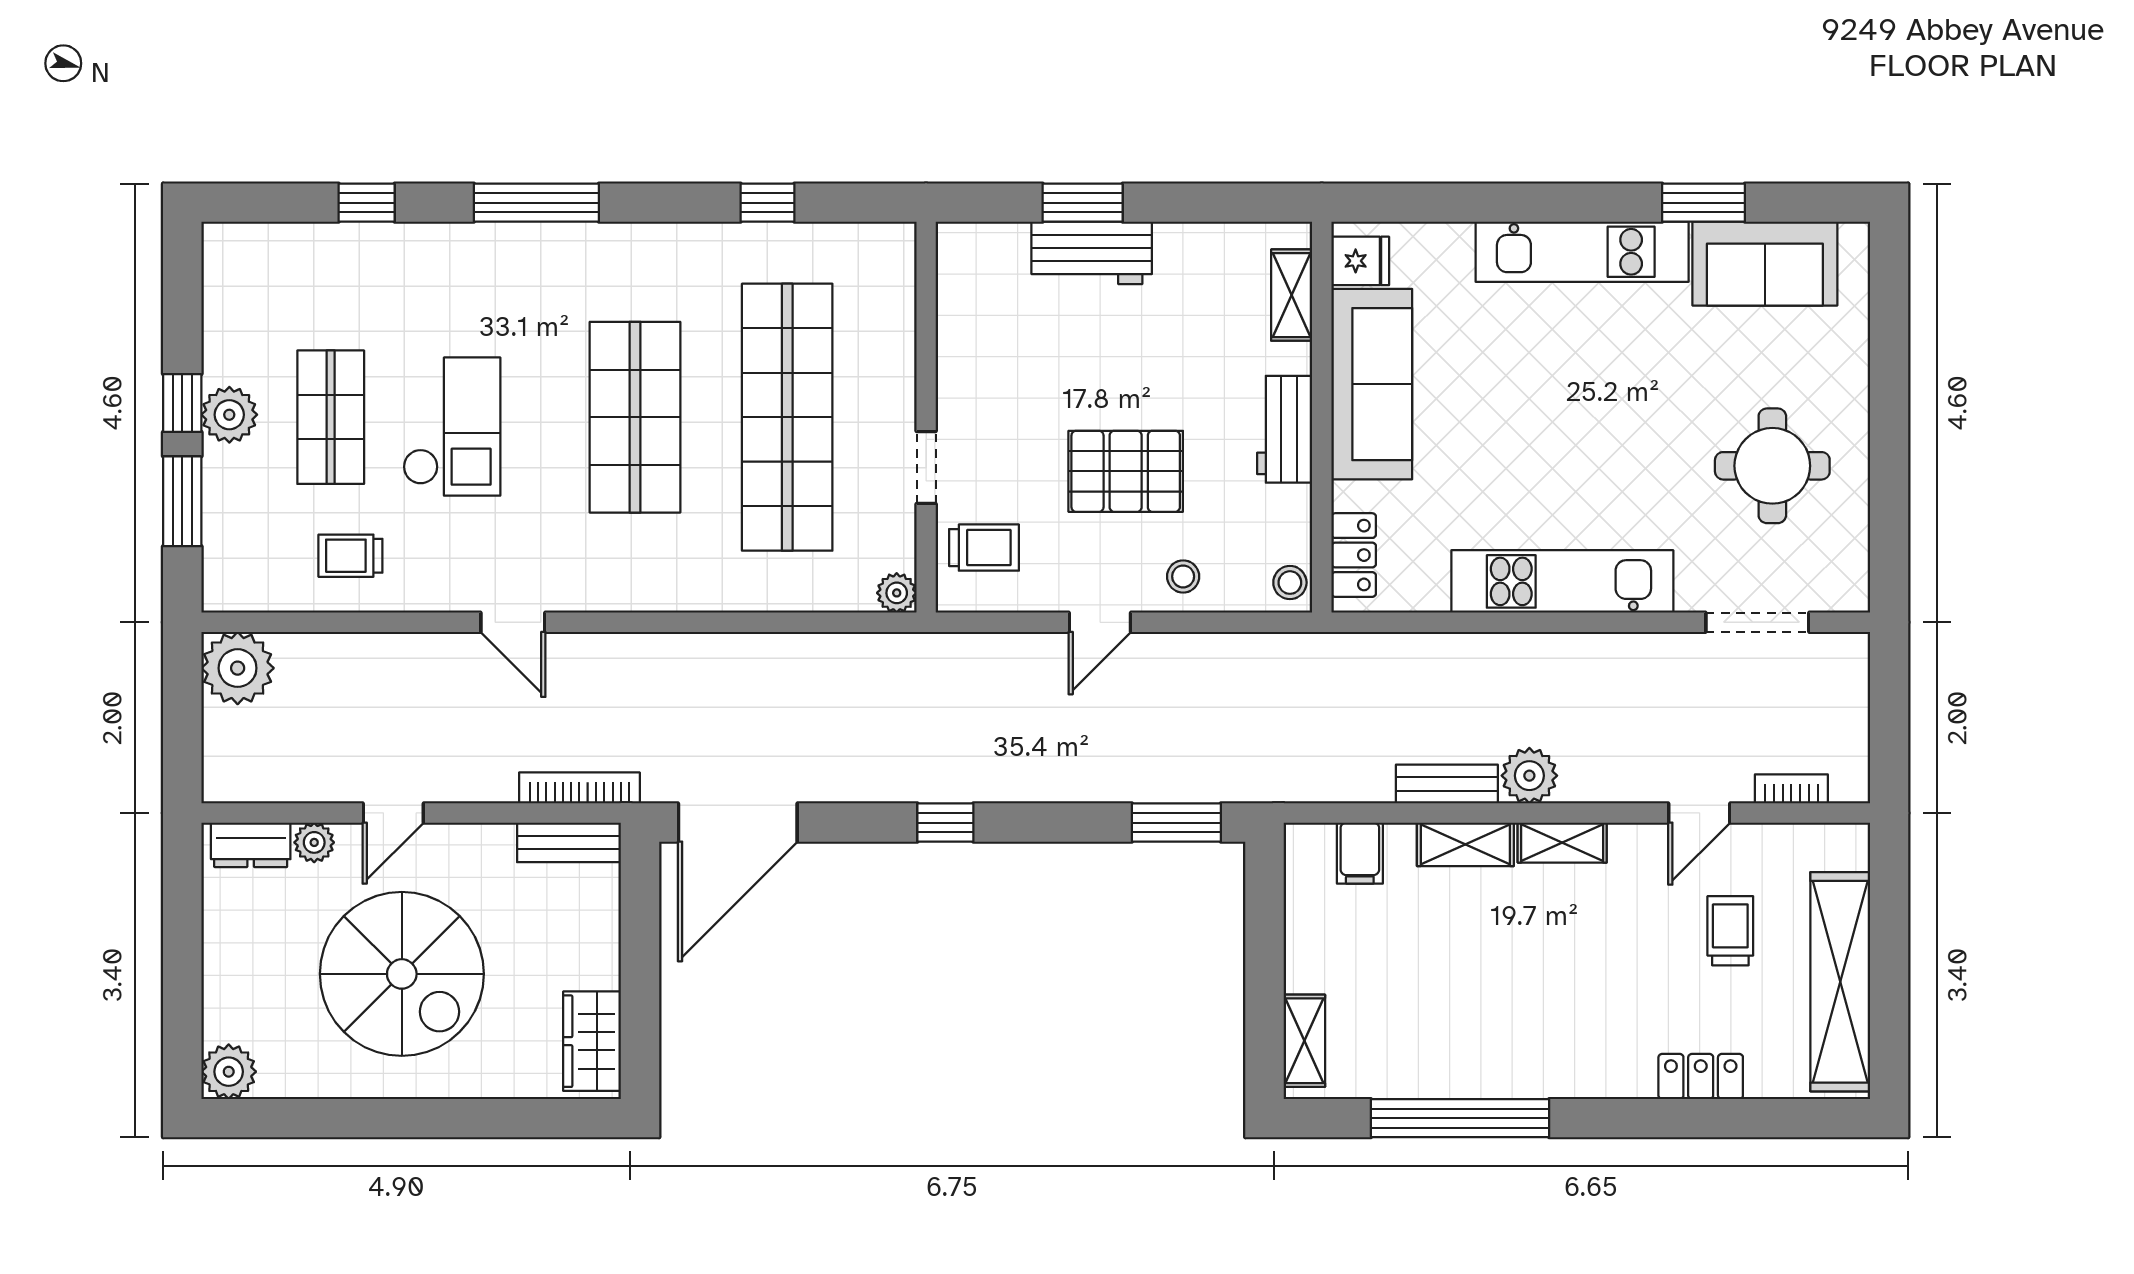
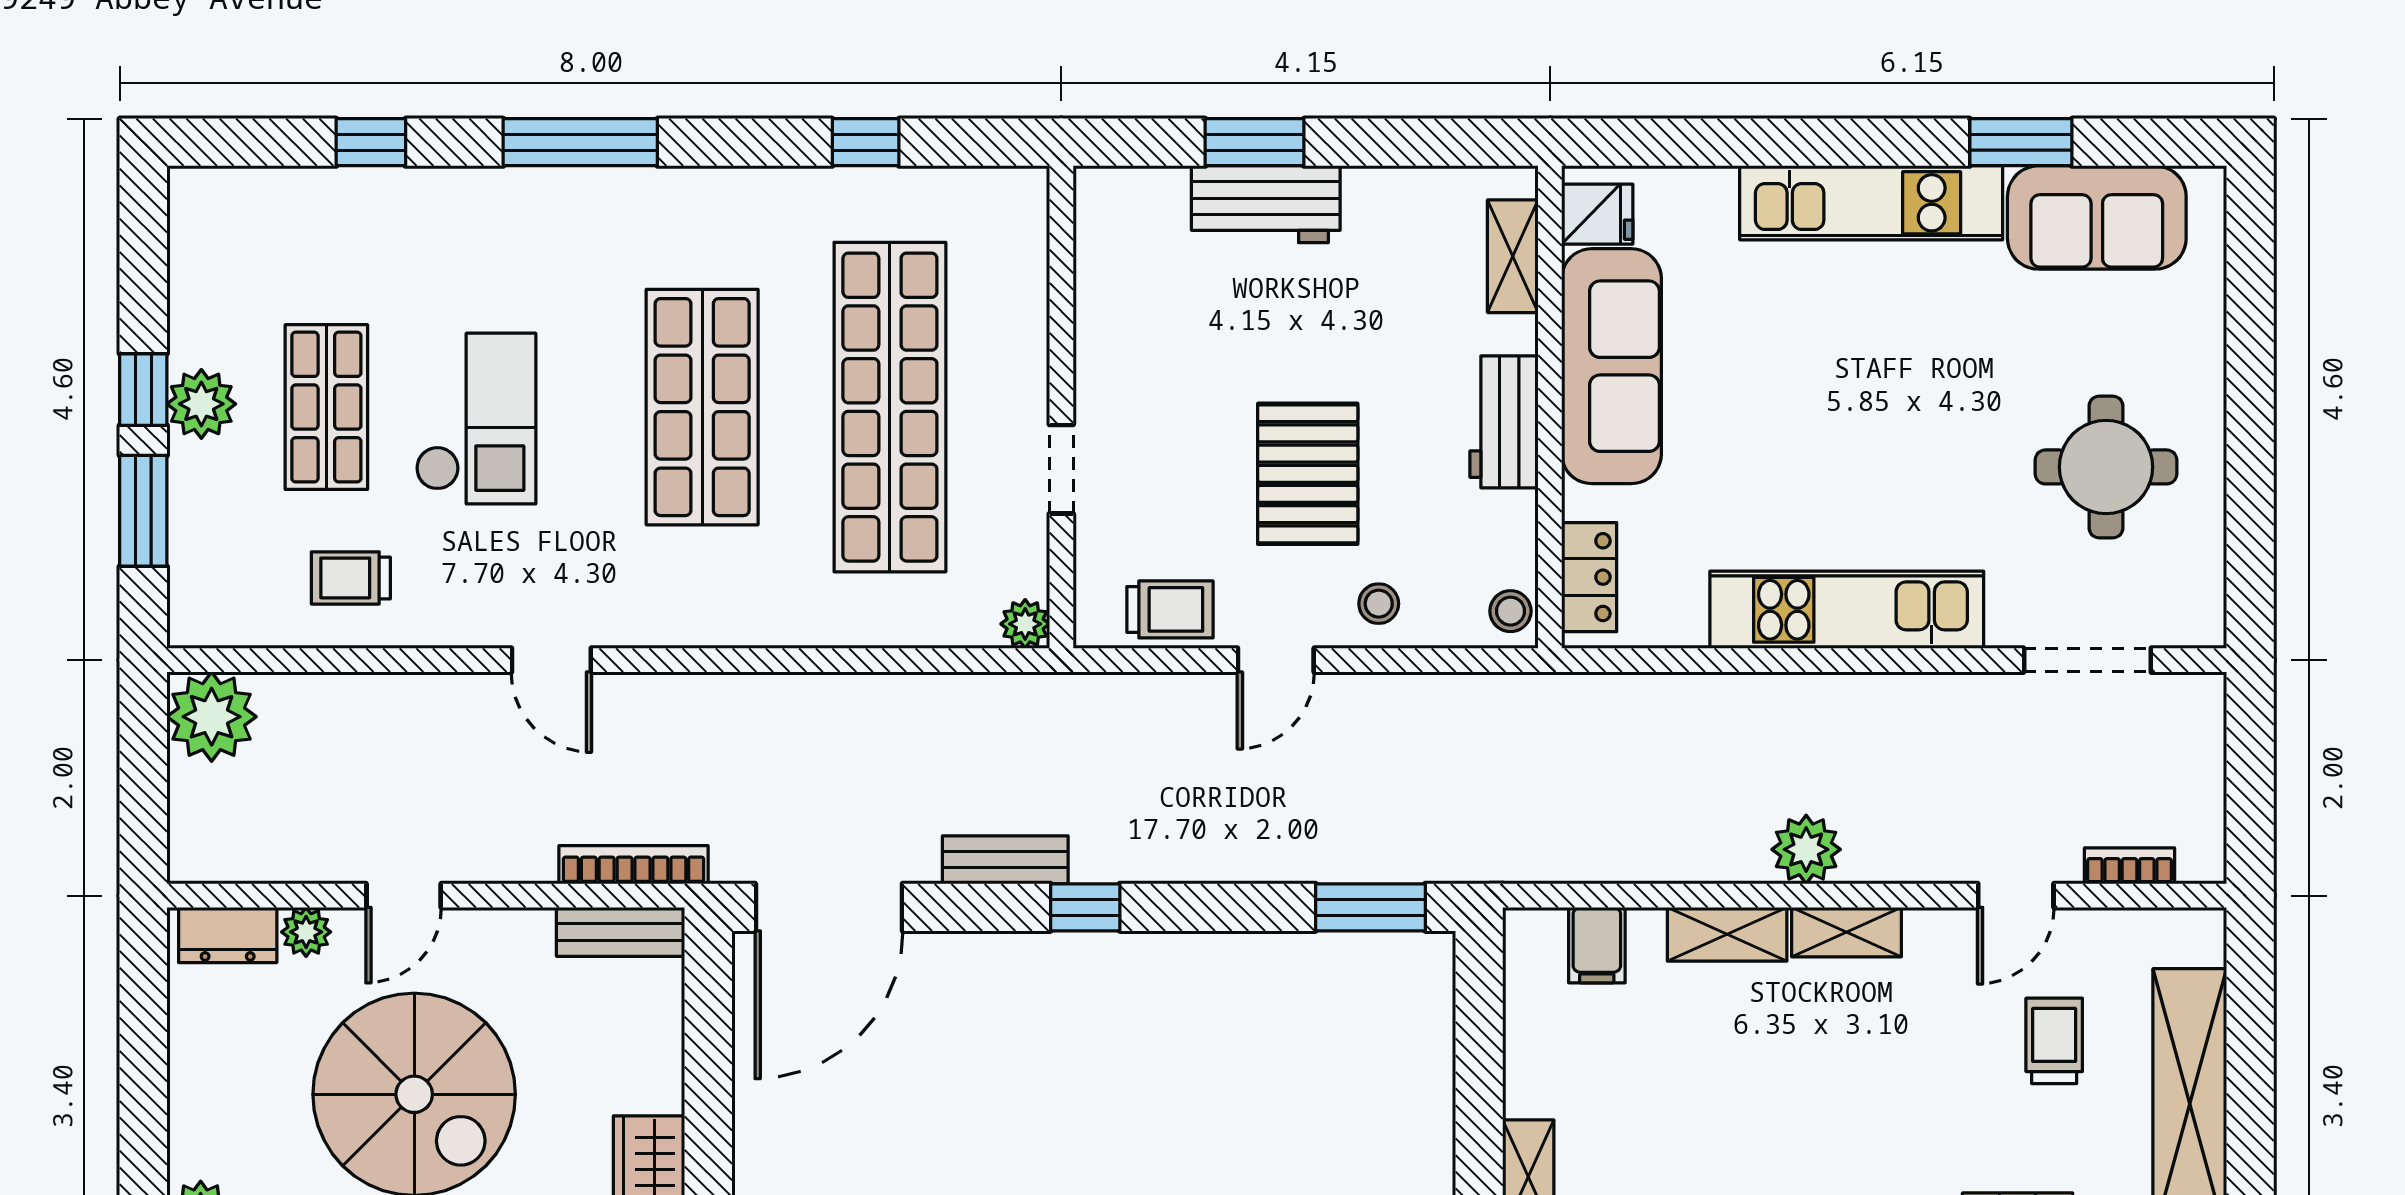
pallet: (1126, 471) -> (1308, 474), turned 90
trolley: (984, 548) -> (1170, 609), moved
bench: (1447, 784) -> (1005, 860), moved

